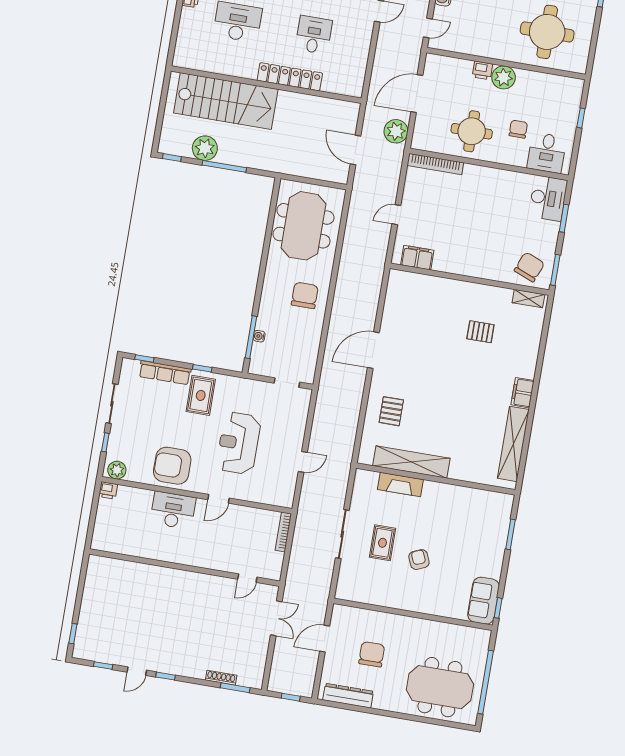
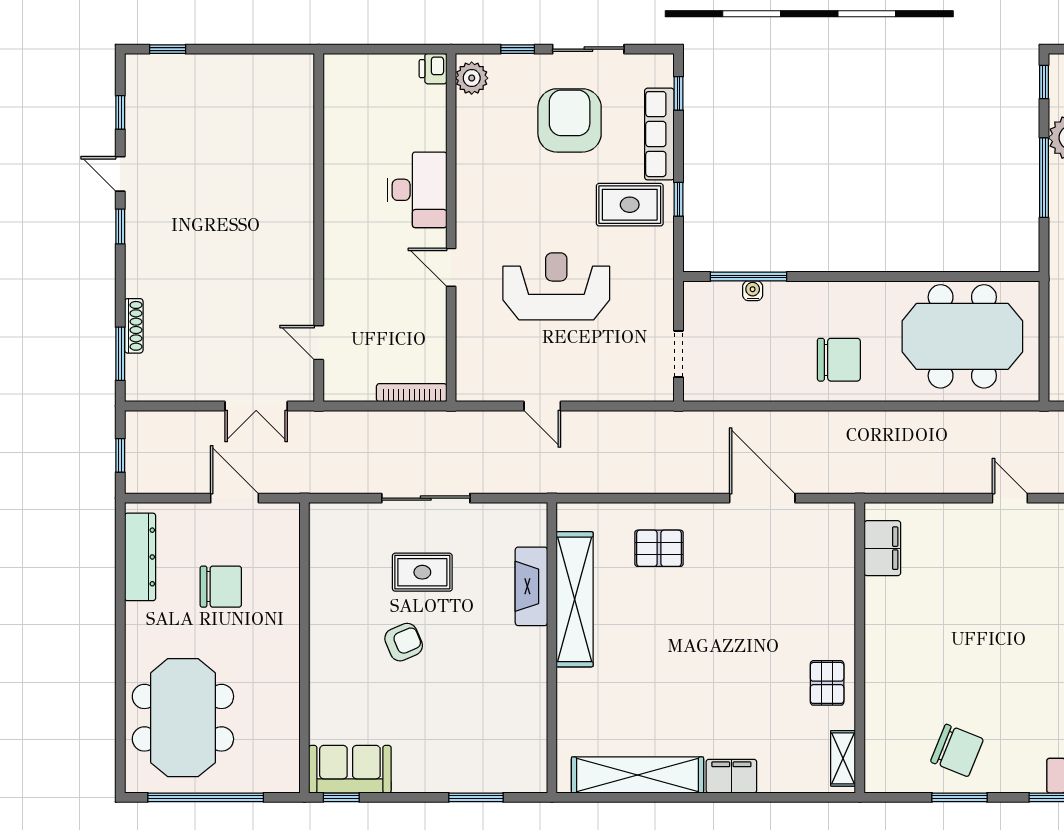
filing cabinet: (417, 258) -> (882, 548), moved
wall: (470, 279) -> (860, 648), moved
shelving: (528, 299) -> (843, 758), moved
armchair: (172, 466) -> (570, 120), moved

